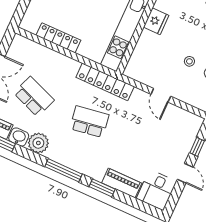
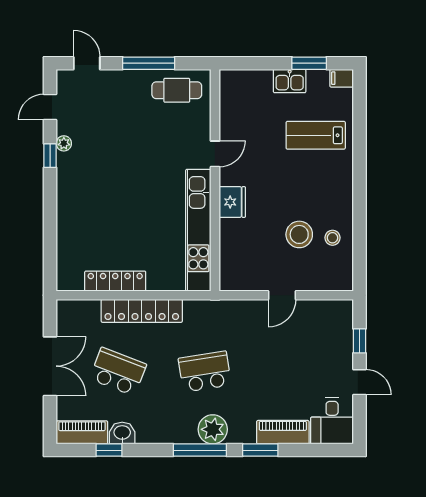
stool: (189, 61) -> (299, 234), width x1.89, depth x1.89
locker: (105, 82) -> (142, 311), moved
door: (161, 95) -> (282, 295), hinge flipped
plant: (38, 143) -> (213, 429), moved

